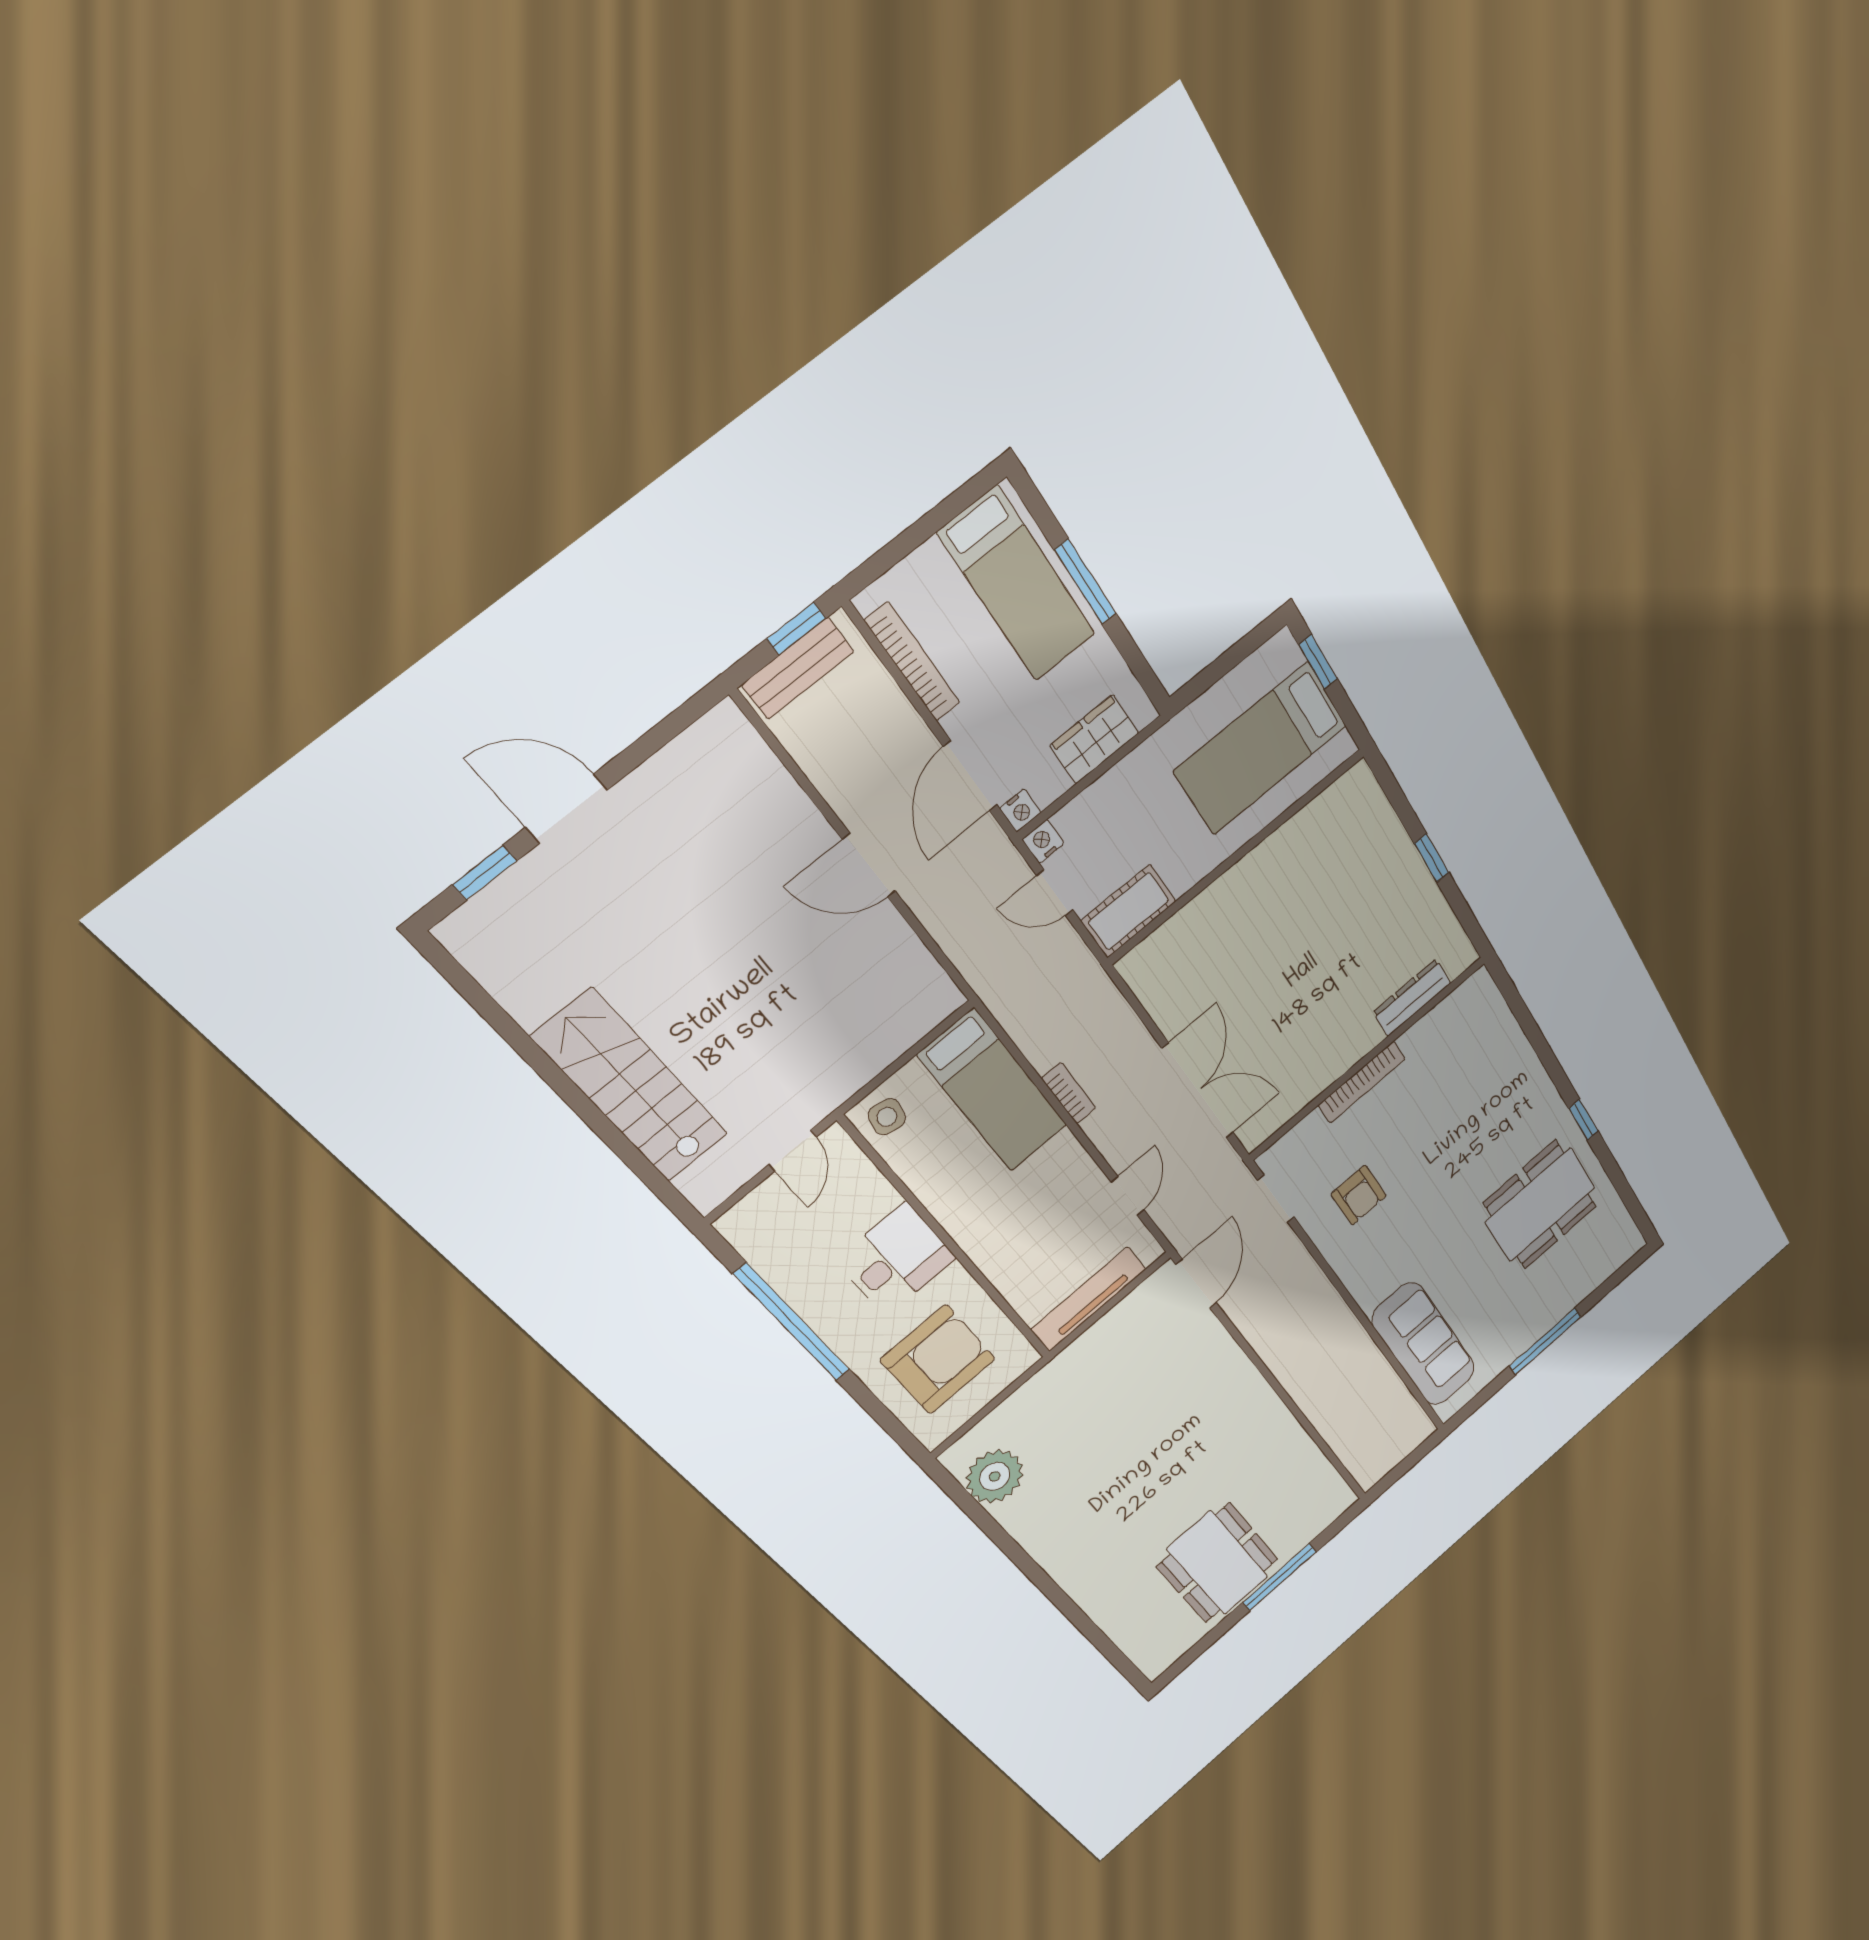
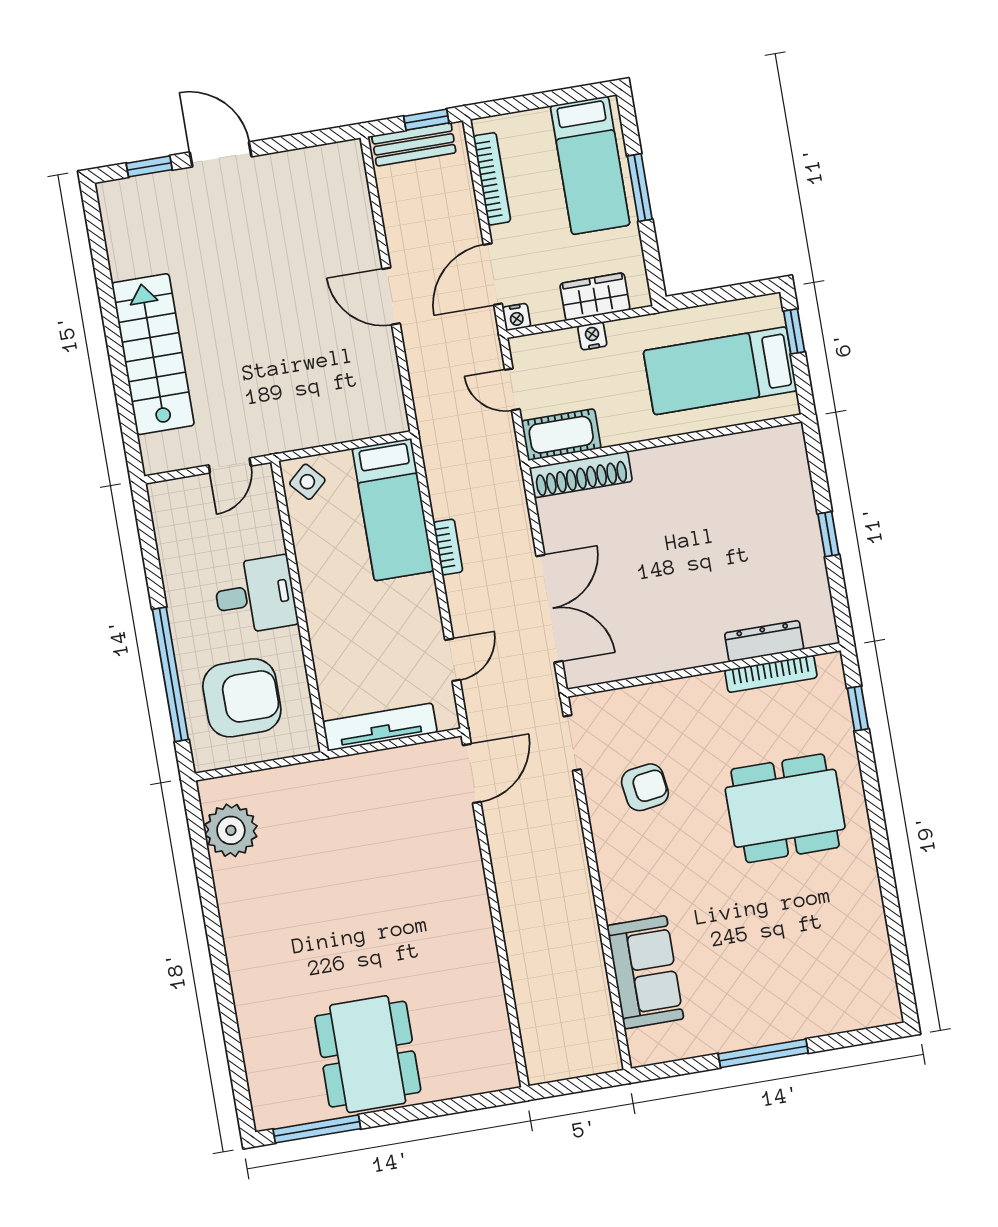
nightstand: (1043, 841) -> (592, 336), moved
shoe rack: (1168, 941) -> (581, 474), added
bookcase: (1362, 1082) -> (771, 674), moved
side table: (887, 1117) -> (307, 482), turned 37
window: (1583, 1120) -> (858, 709), moved
armchair: (1359, 1195) -> (645, 787), turned -98
dining table: (1540, 1205) -> (785, 808), moved
window: (792, 1322) -> (170, 674), moved
sofa: (1424, 1344) -> (645, 972), width x0.73
window: (1280, 1577) -> (317, 1129), moved

